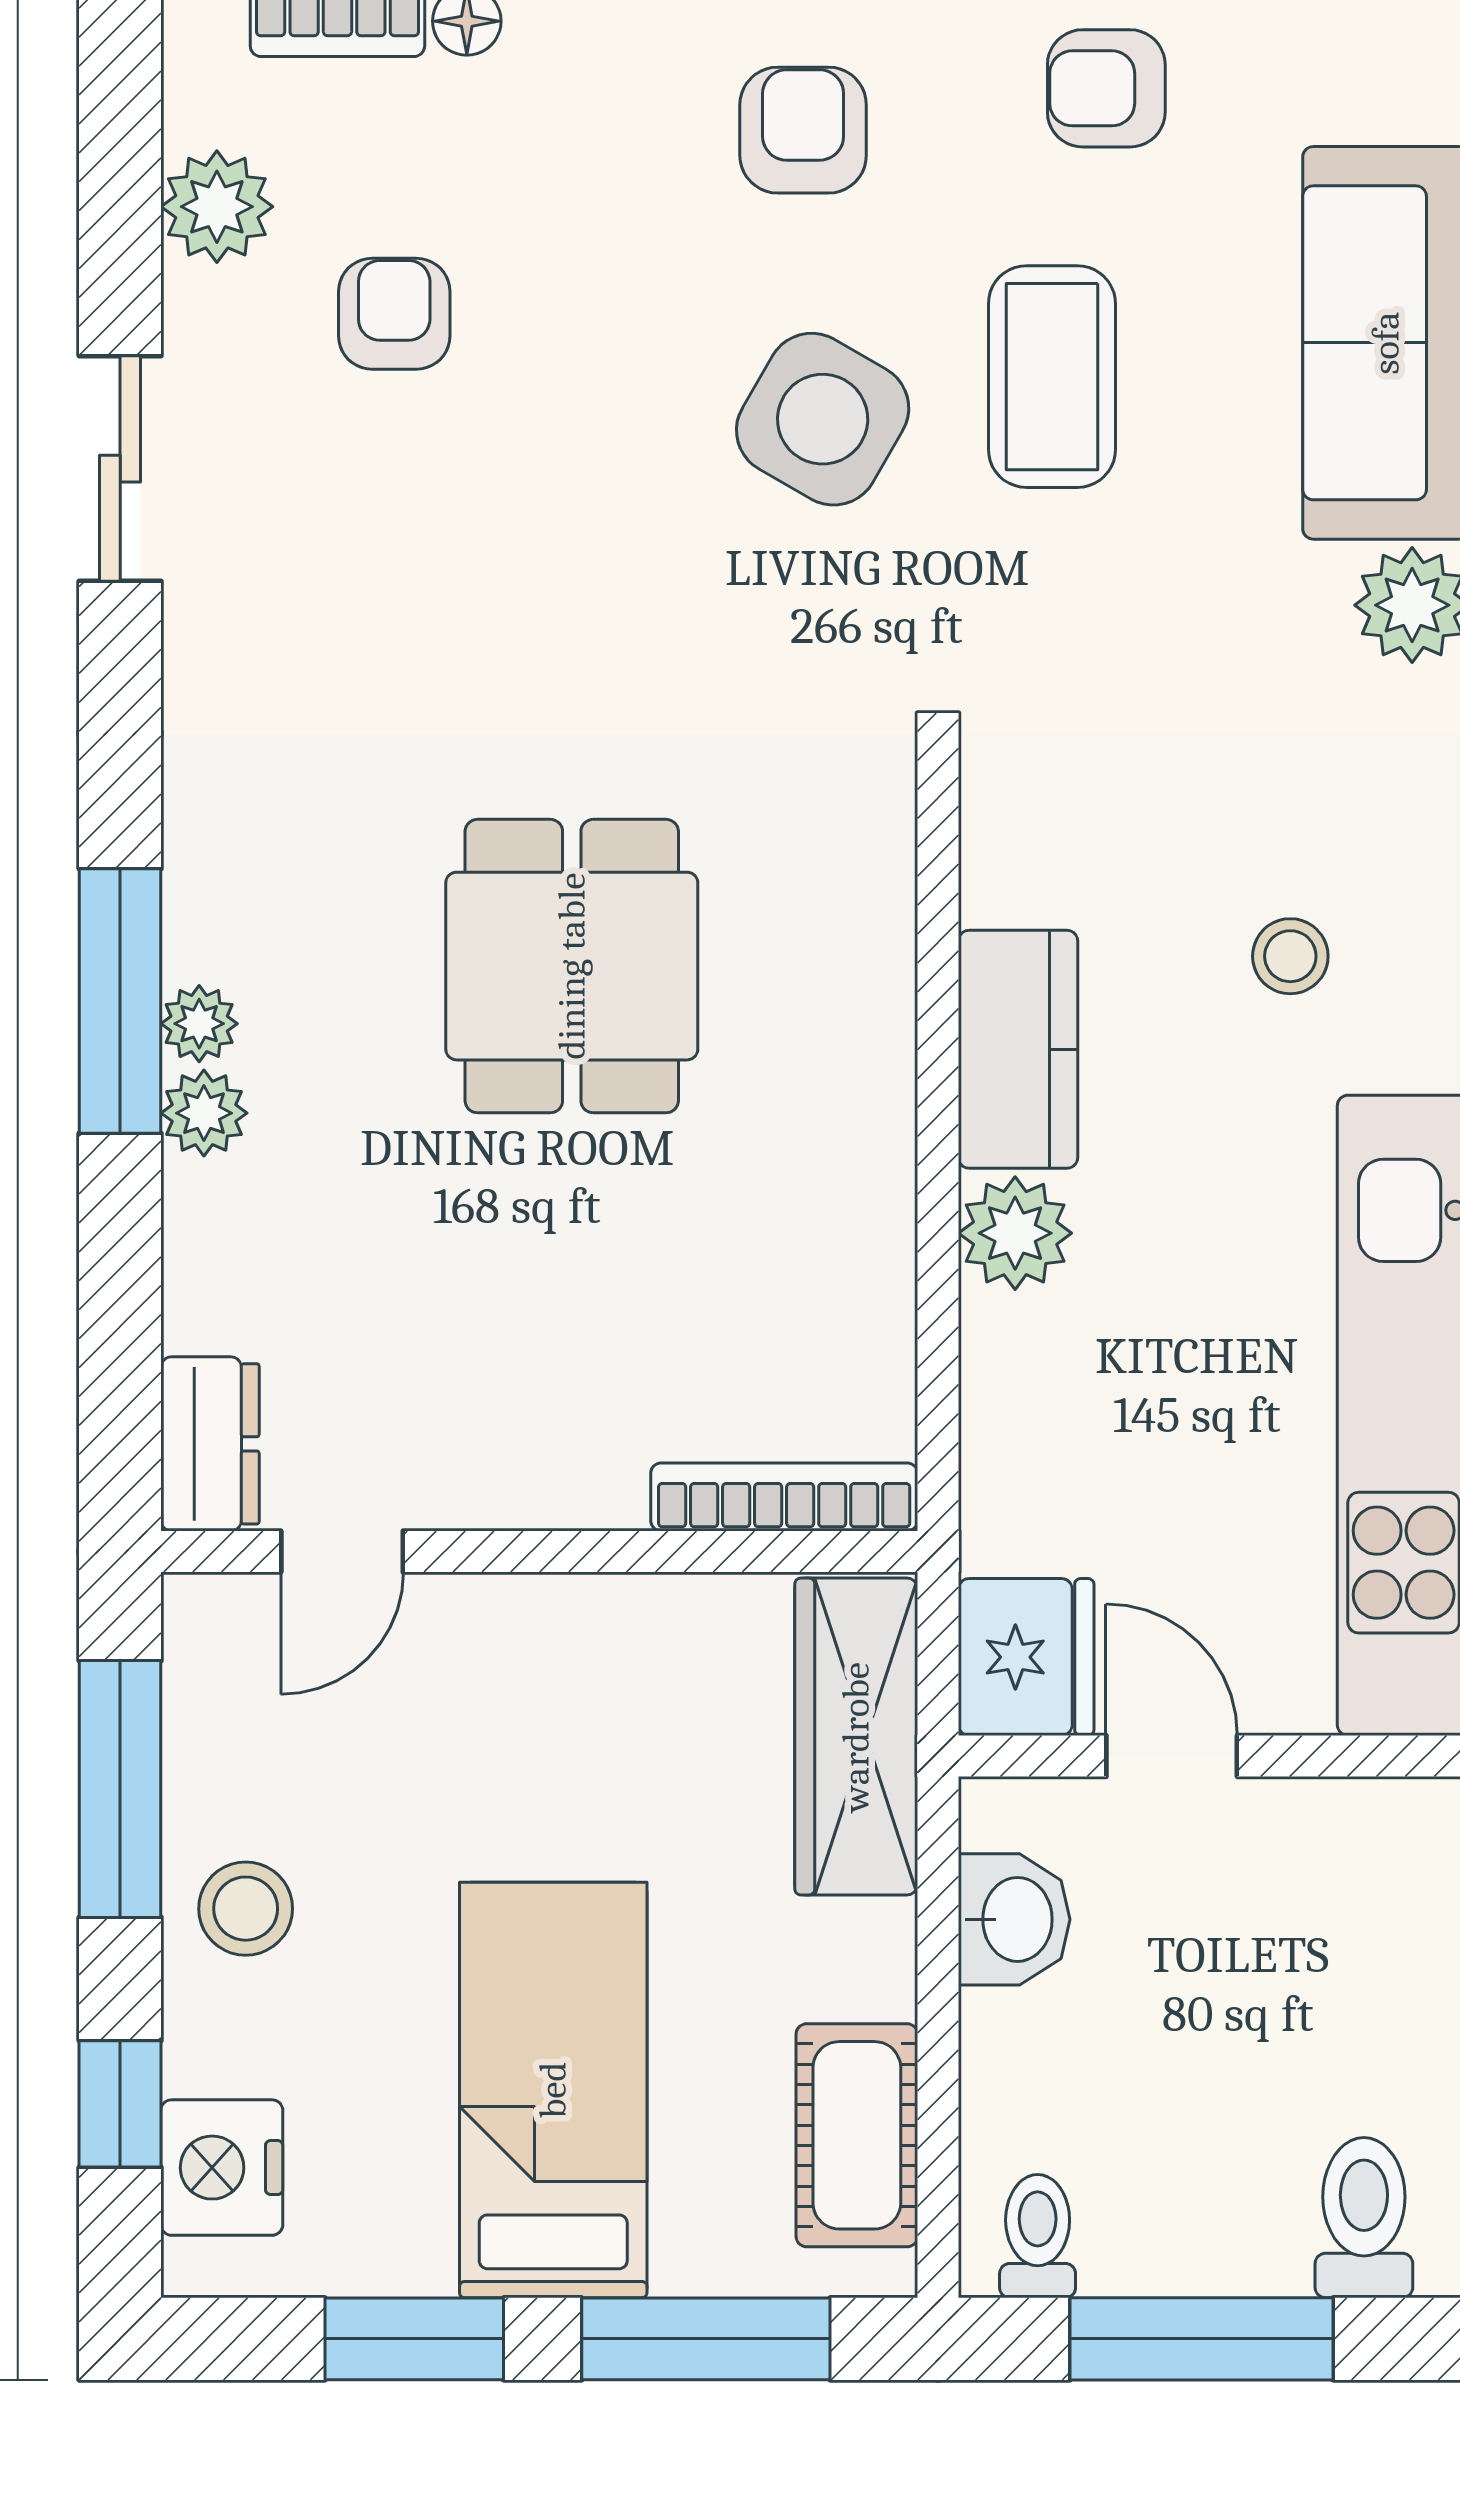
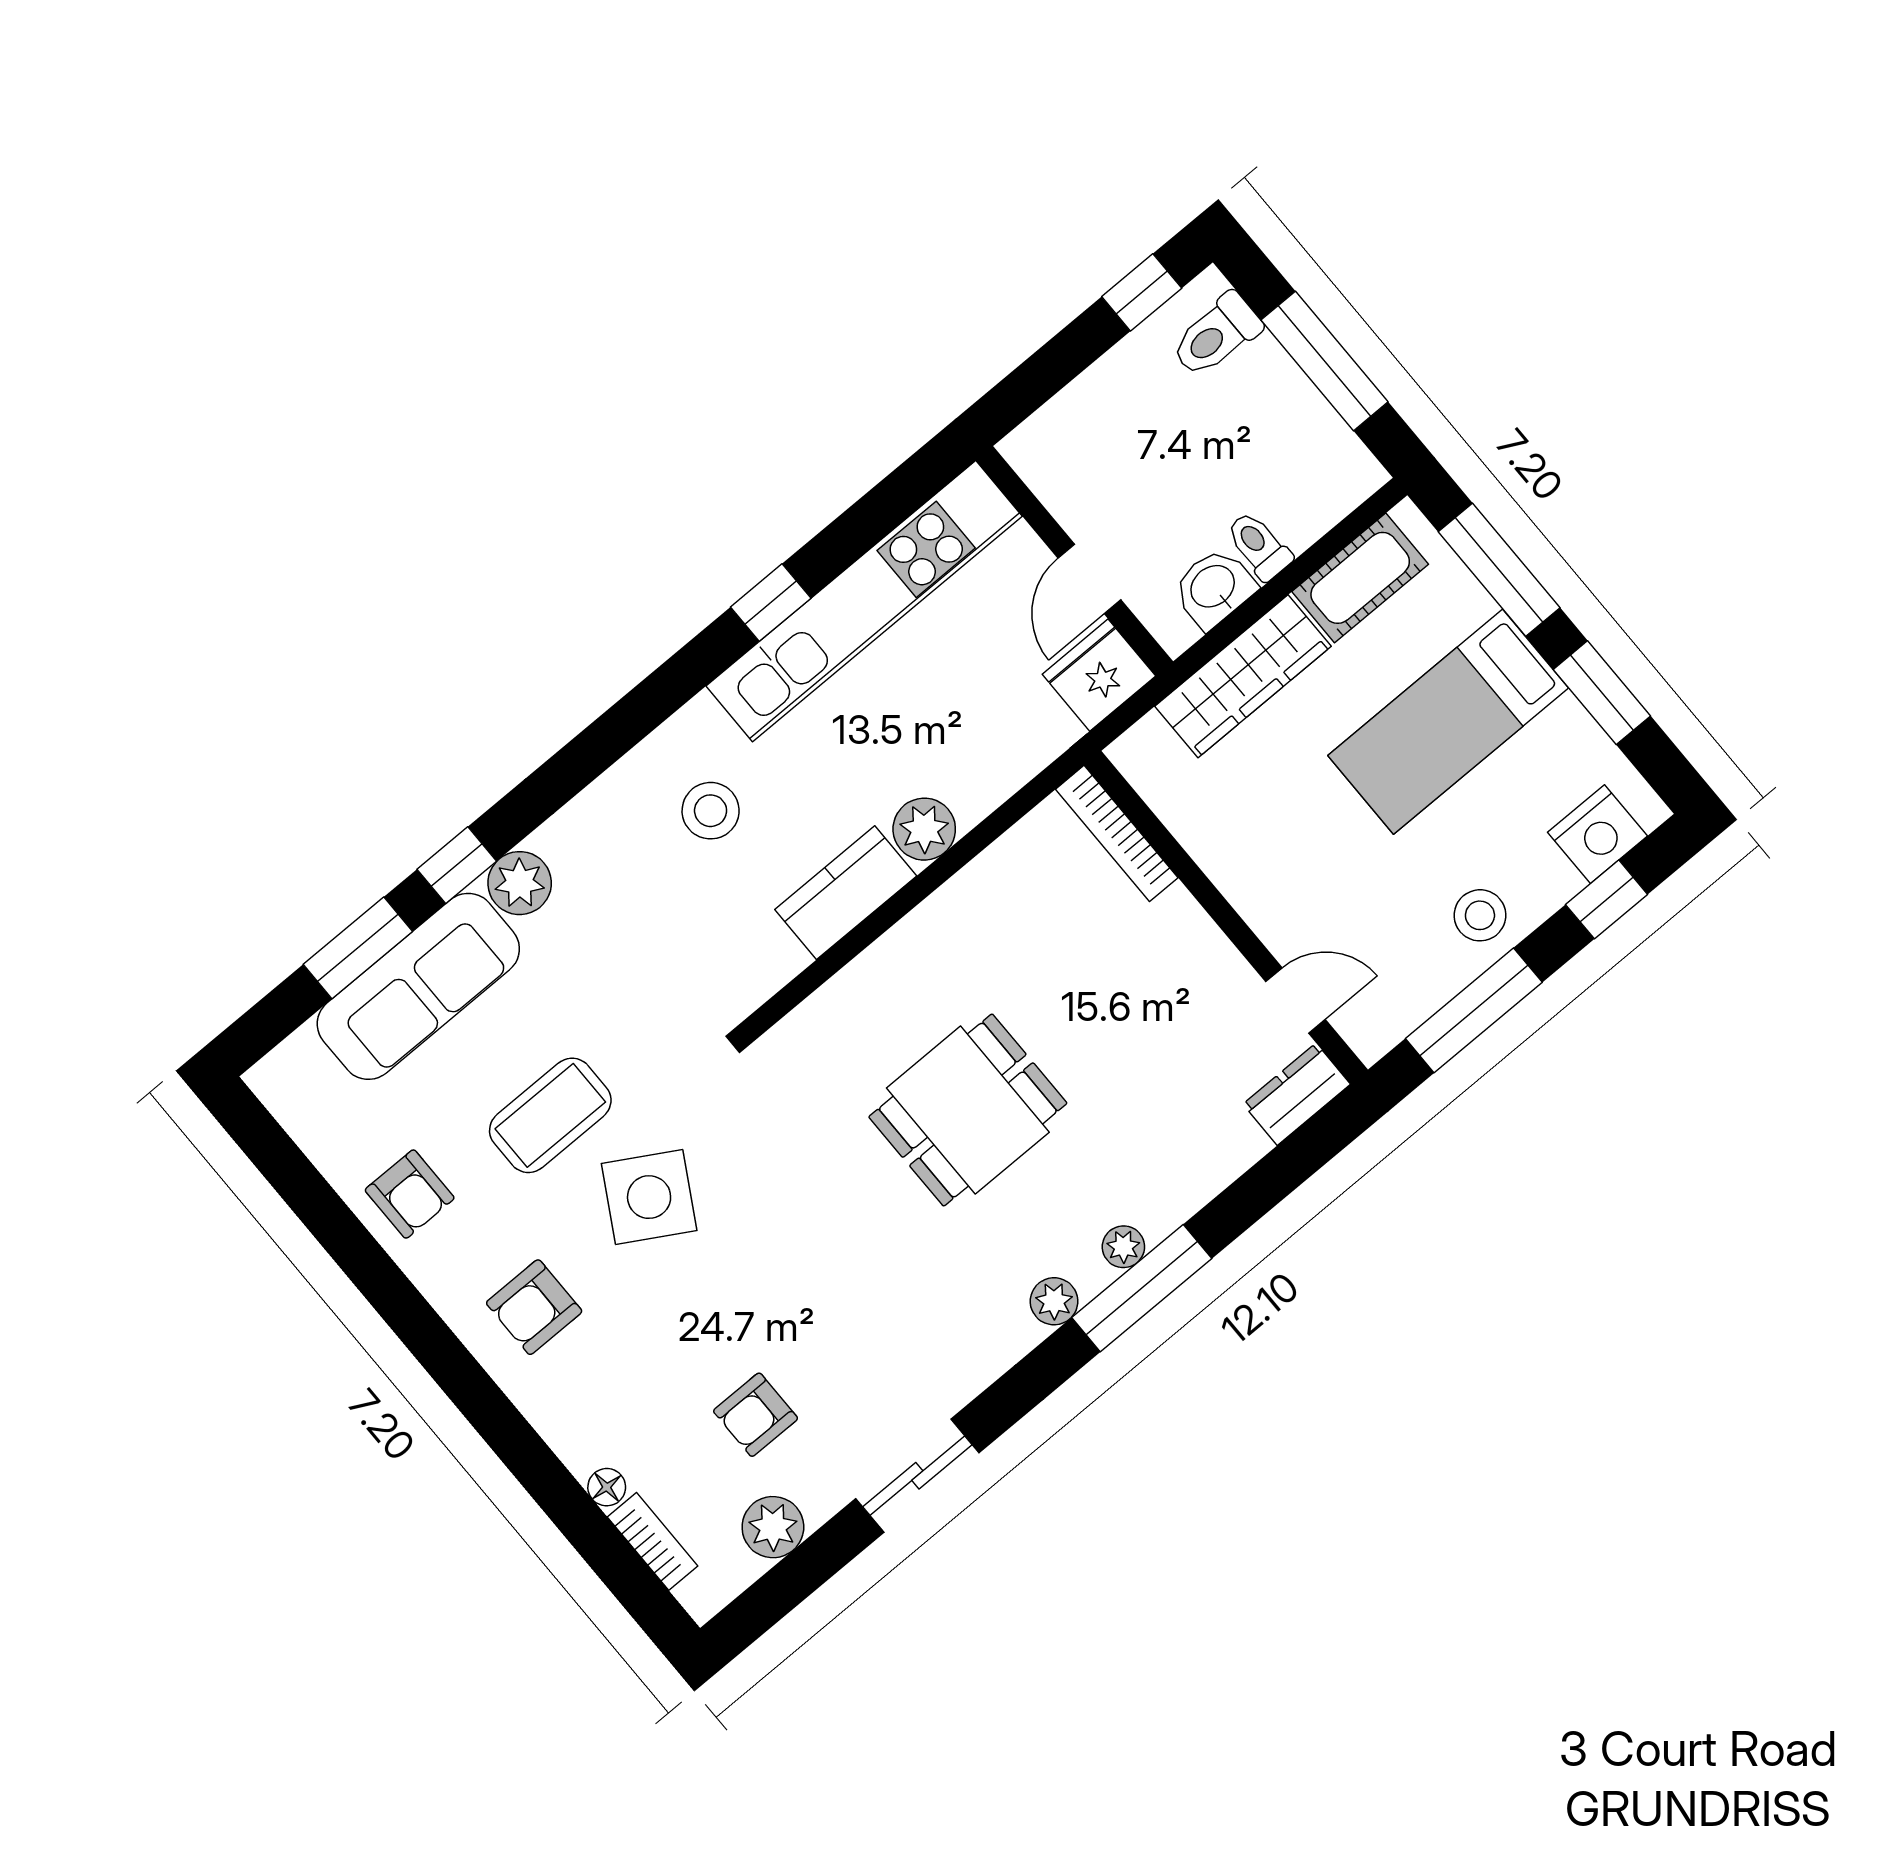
stool: (1290, 956) -> (711, 811), width x1.37, depth x1.37
plant: (204, 1113) -> (1054, 1301), moved
wardrobe: (856, 1737) -> (1243, 676), moved
toilet: (1038, 2236) -> (1259, 546), moved, turned 90

